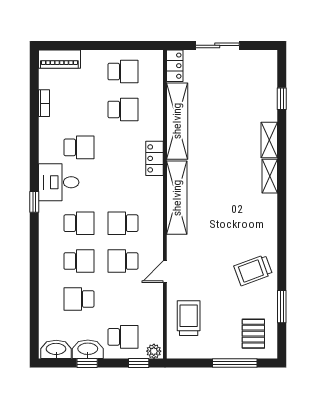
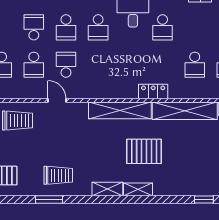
shelving: (269, 140) -> (107, 189), moved
pallet: (225, 169) -> (144, 151), added
school desk: (123, 223) -> (34, 65), moved, turned 180
trolley: (253, 270) -> (58, 175), turned 110
window: (282, 307) -> (49, 200), moved

